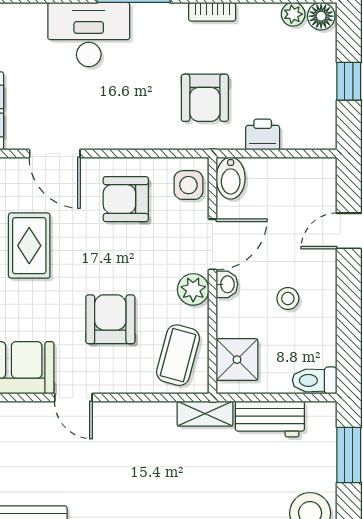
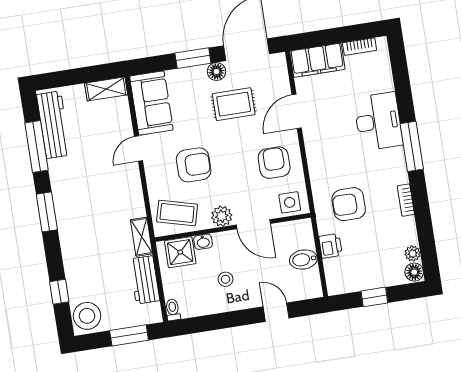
bidet: (231, 178) -> (303, 259), moved
washbasin: (227, 284) -> (203, 242), moved
toilet: (315, 380) -> (173, 310), width x0.73, depth x0.72

